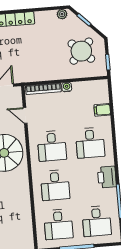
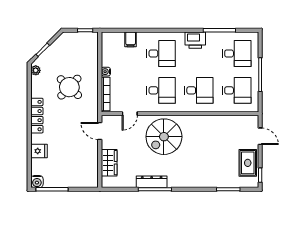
round table: (81, 51) -> (69, 87), moved

